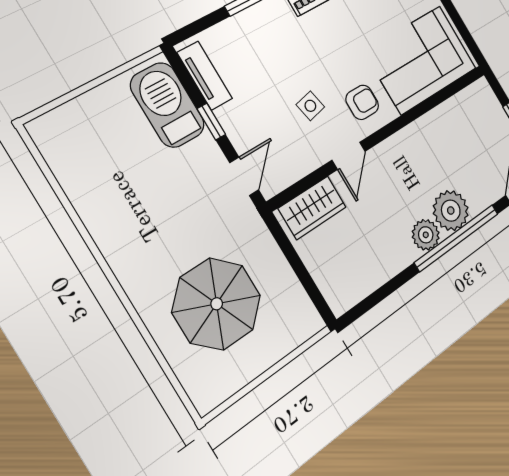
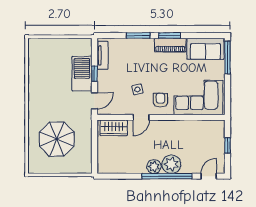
armchair: (362, 102) -> (160, 100), turned -90
barbecue: (167, 105) -> (82, 74), moved

